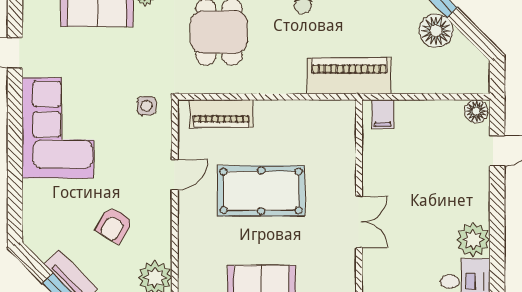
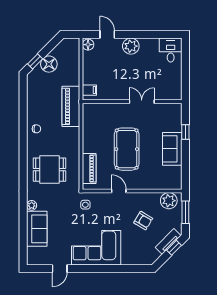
plant: (473, 240) -> (131, 46), moved

